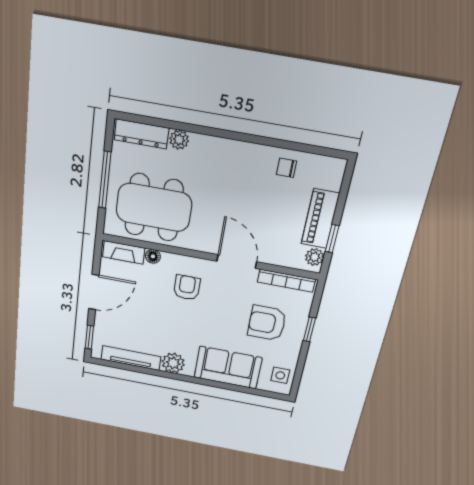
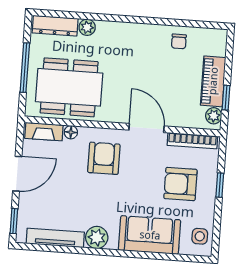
chair: (286, 168) -> (179, 41), turned -90
armchair: (187, 287) -> (104, 158), width x1.38, depth x1.38

